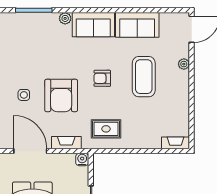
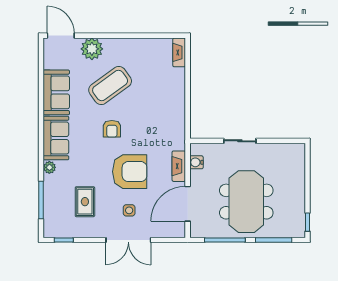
plant: (184, 64) -> (92, 49), width x1.88, depth x1.88
coffee table: (144, 77) -> (110, 85), turned -36
rug: (106, 129) -> (85, 202), moved
water cooler: (82, 160) -> (196, 162), moved

